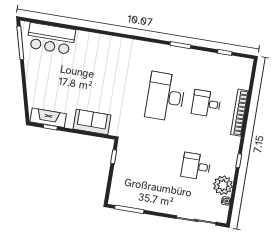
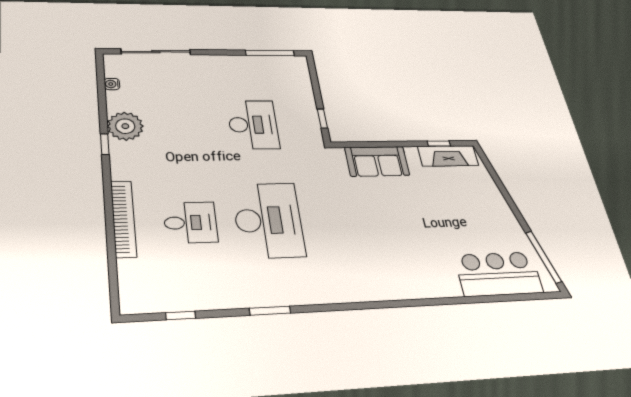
desk: (196, 166) -> (253, 125), moved, width x1.37
plant: (223, 185) -> (125, 126), moved

